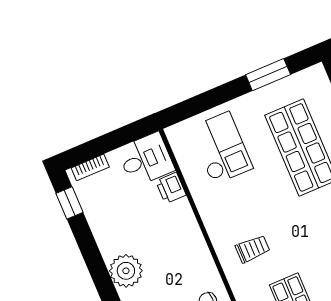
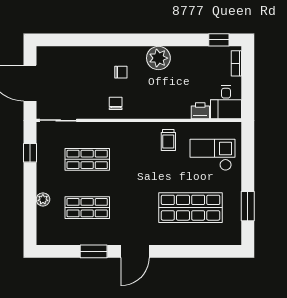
checkout: (221, 148) -> (213, 155), turned 180
trolley: (253, 249) -> (168, 140), moved

